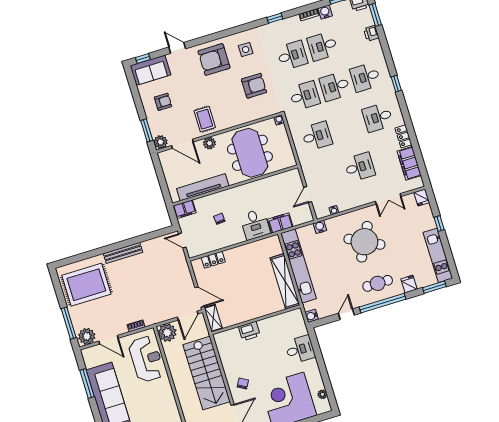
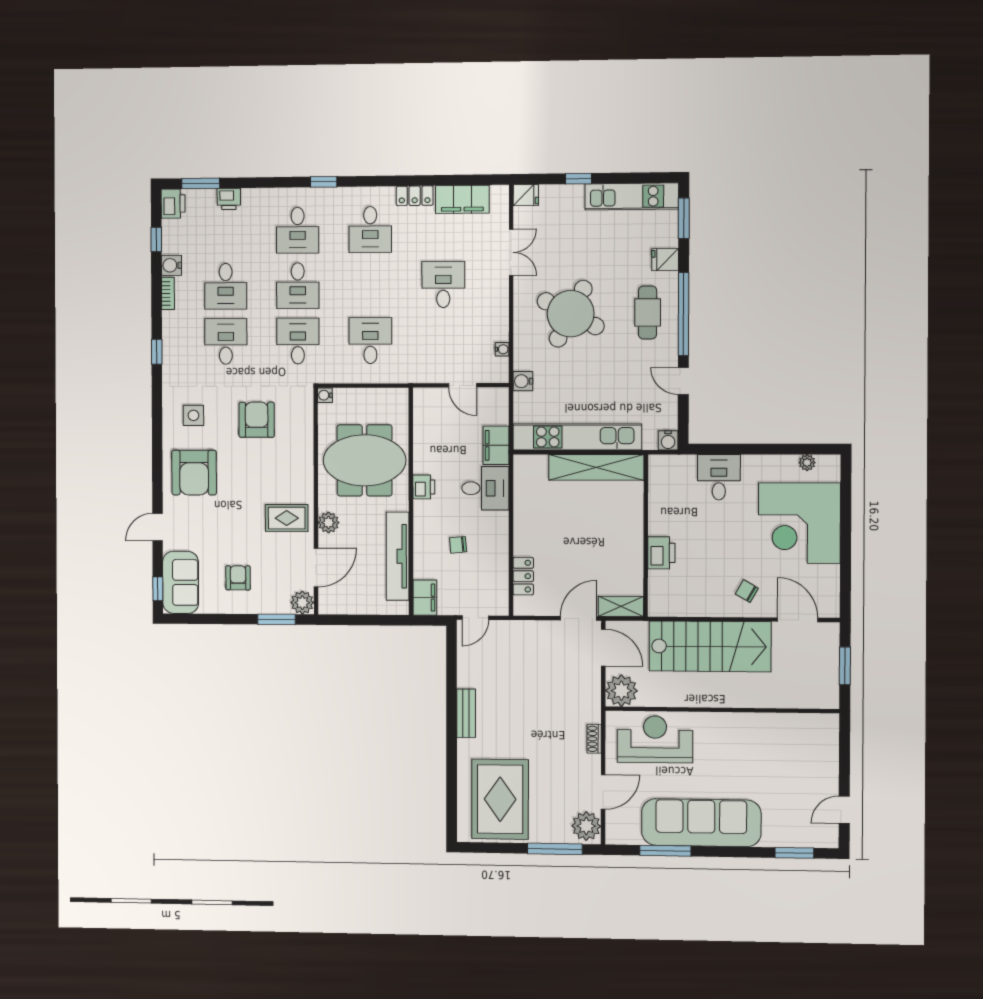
printer: (245, 190) -> (424, 487), added
bench: (123, 253) -> (466, 713), width x0.73

